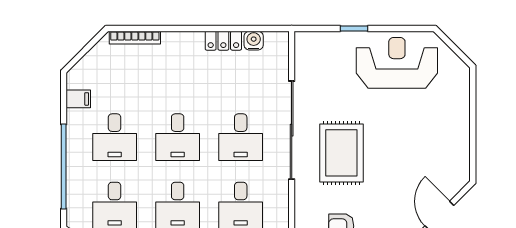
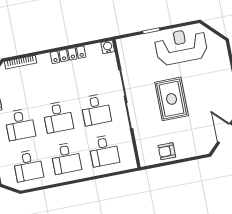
locker: (223, 41) -> (68, 55), width x1.53
water cooler: (254, 41) -> (108, 47), moved
rug: (341, 153) -> (172, 99), moved

